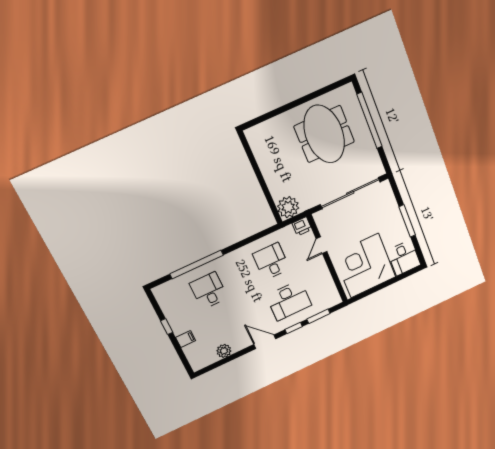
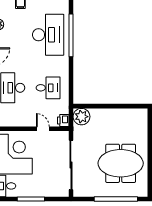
desk: (209, 291) -> (48, 35), width x1.87, depth x1.30

